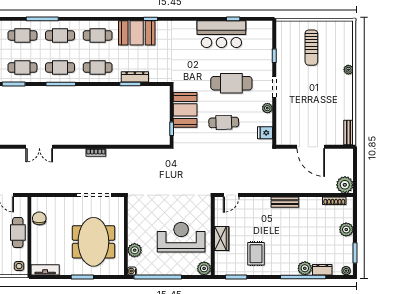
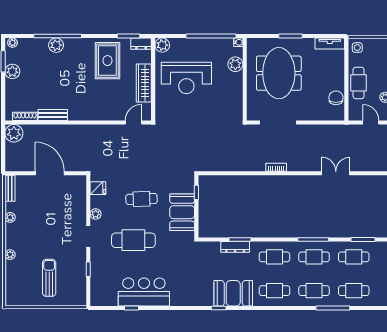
plant: (348, 105) -> (10, 217), added
bench: (285, 202) -> (53, 115), moved
chair: (39, 218) -> (336, 98), turned 180
plant: (346, 230) -> (12, 71), moved
wardrobe: (222, 239) -> (144, 83), width x1.50
rug: (256, 254) -> (107, 61), width x1.36, depth x1.43
dresser: (322, 270) -> (141, 44), moved

